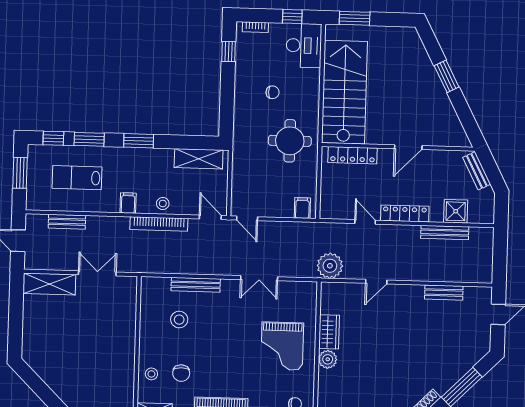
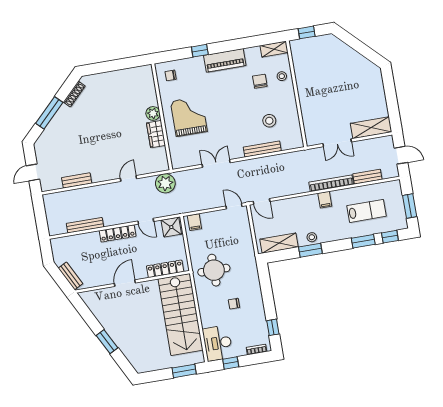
window: (139, 141) -> (310, 250), moved
stool: (163, 203) -> (312, 237), moved
shower: (456, 211) -> (171, 227), moved
bookcase: (159, 224) -> (331, 183), moved

